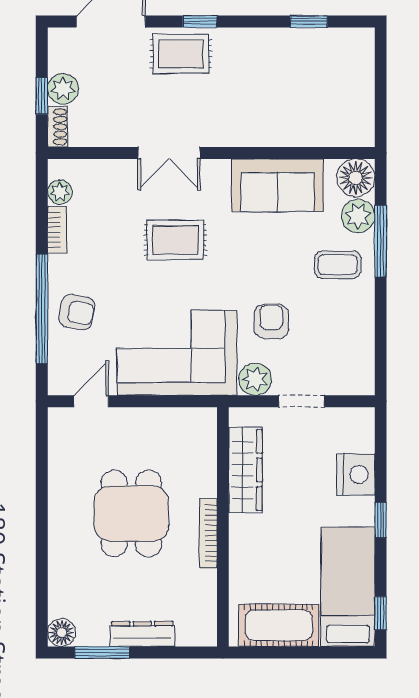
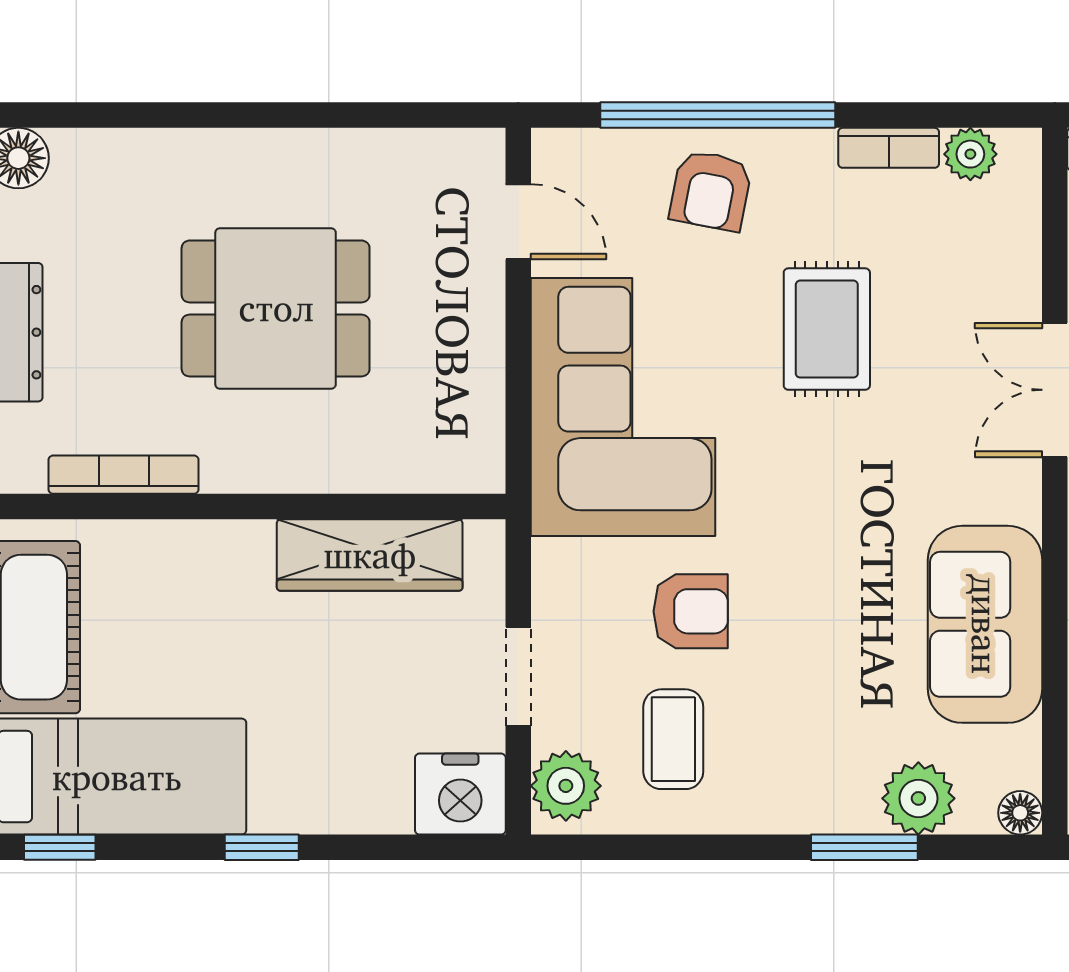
floor lamp: (356, 178) -> (1020, 813), width x0.53, depth x0.53
rug: (175, 240) -> (827, 329), moved
window: (381, 241) -> (864, 847), width x0.69
coffee table: (338, 265) -> (673, 739), moved
plant: (255, 379) -> (566, 786), moved
nightstand: (356, 474) -> (460, 794), moved
bookcase: (208, 533) -> (124, 475), moved

